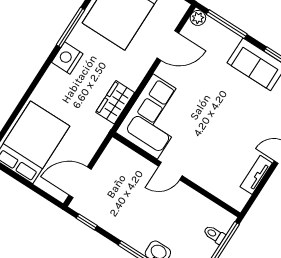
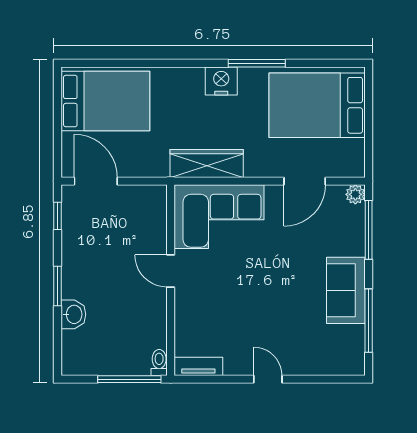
door: (168, 46) -> (305, 181), hinge flipped
wardrobe: (115, 102) -> (207, 163), width x1.50
tv unit: (256, 175) -> (198, 366), moved
toilet: (214, 234) -> (159, 362), moved

